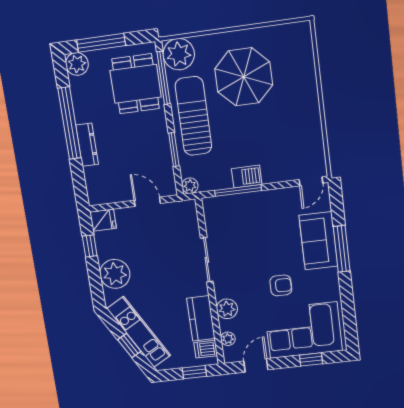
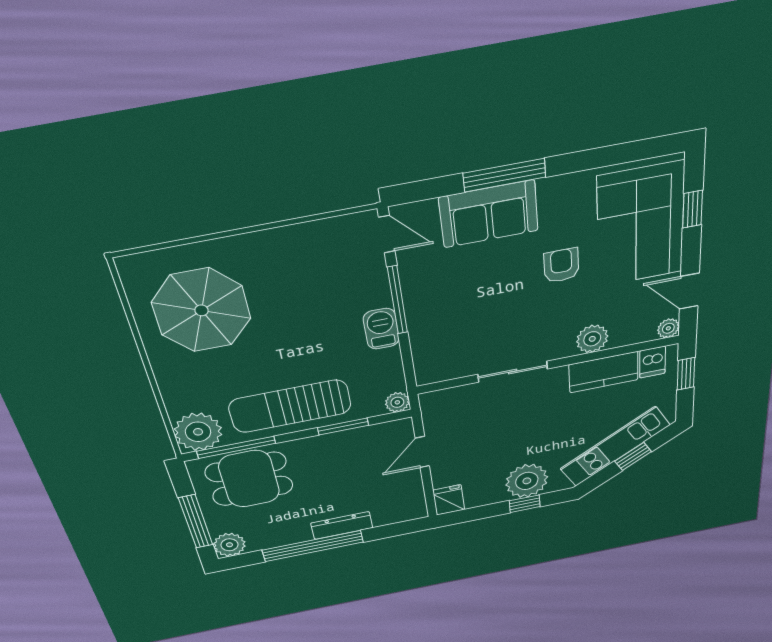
parasol: (244, 77) -> (201, 310), moved
window: (238, 190) -> (398, 300), moved
window: (90, 246) -> (525, 504), moved
plant: (228, 339) -> (668, 328), moved

